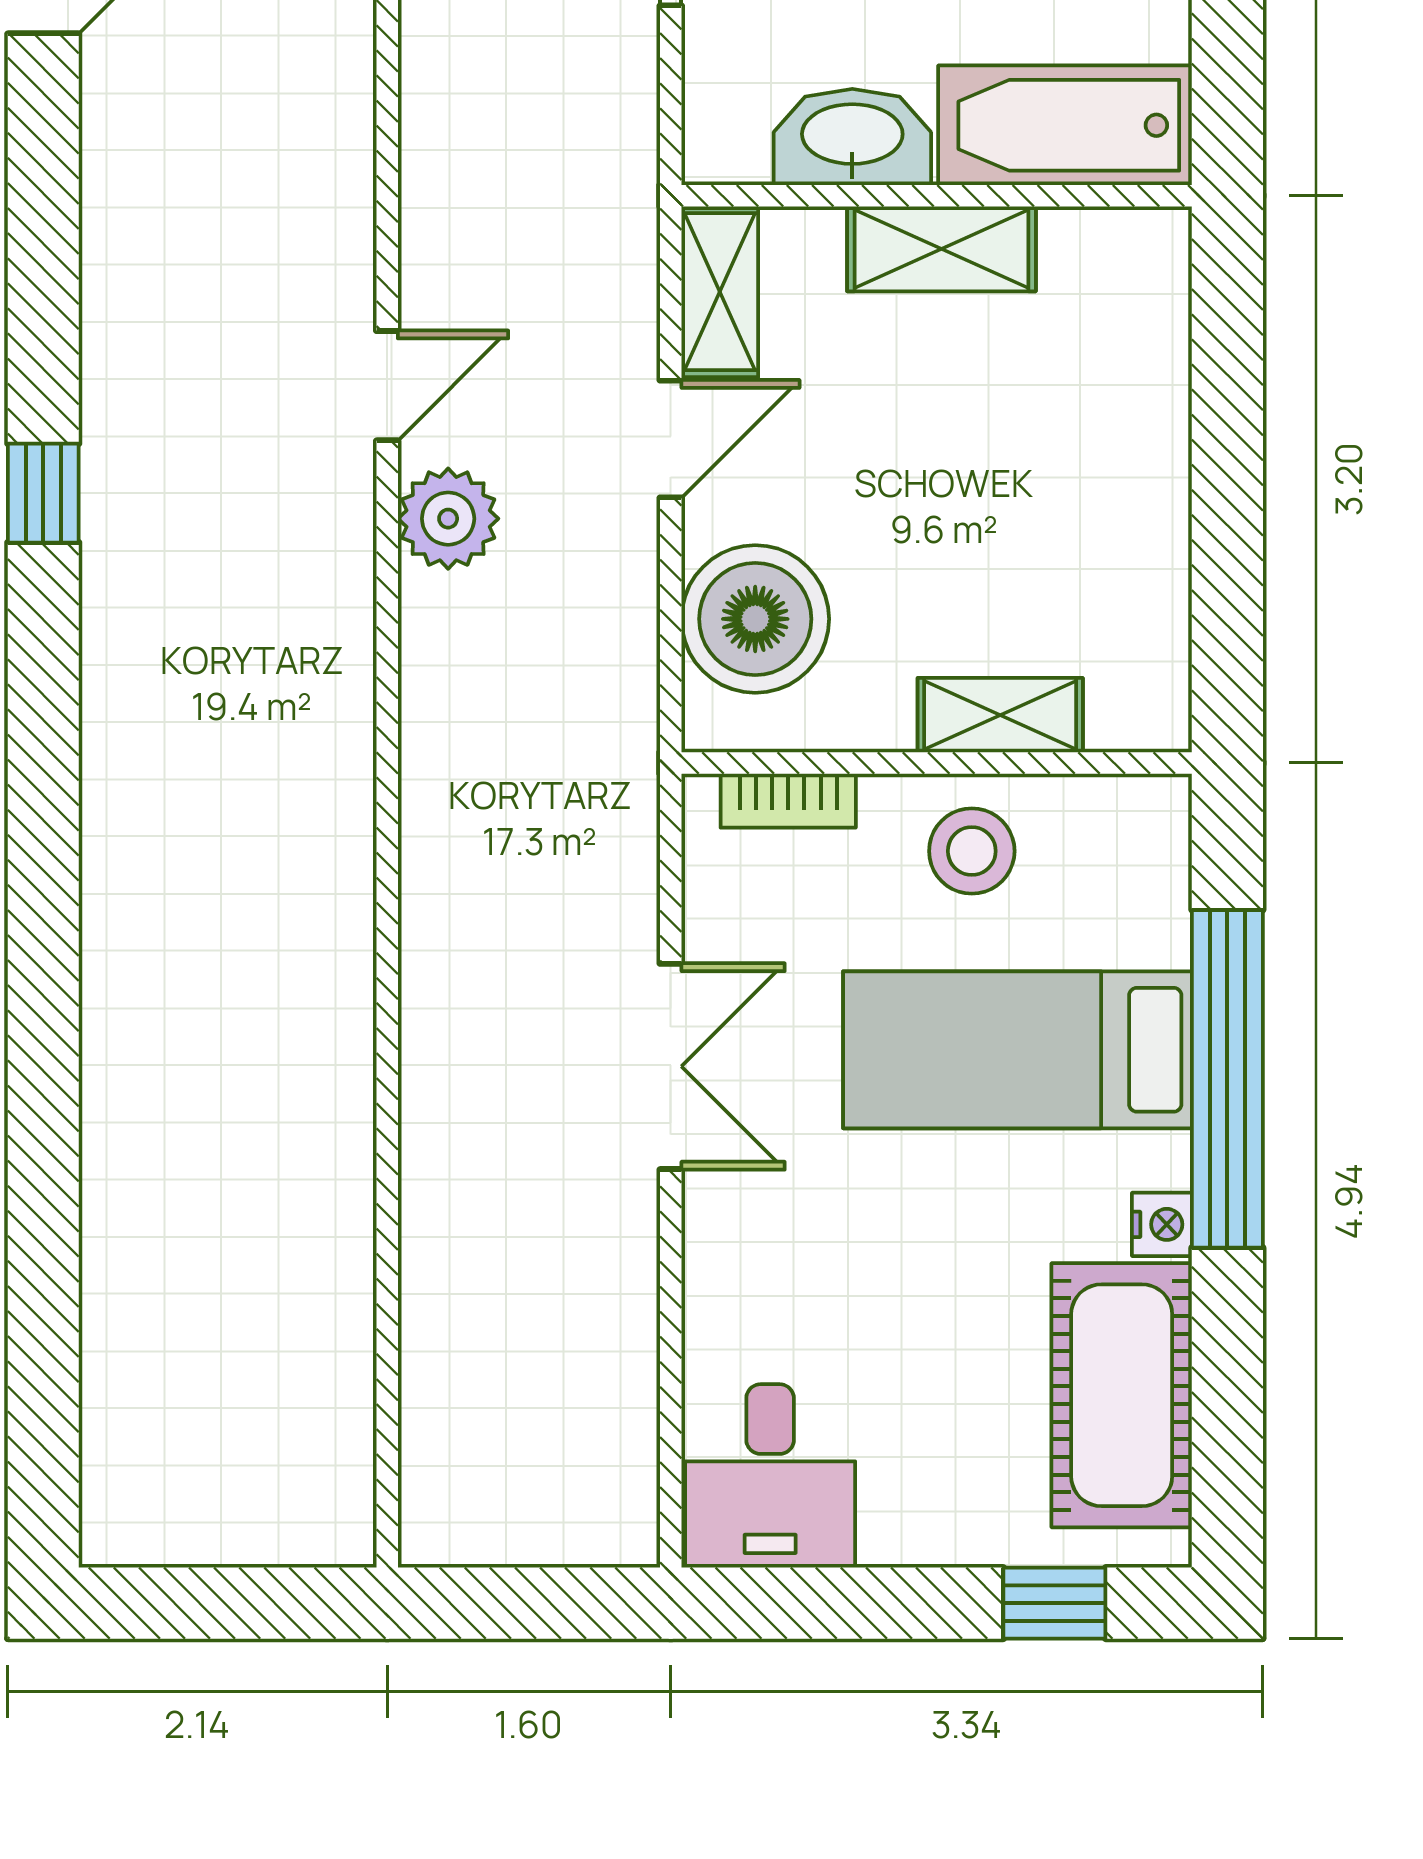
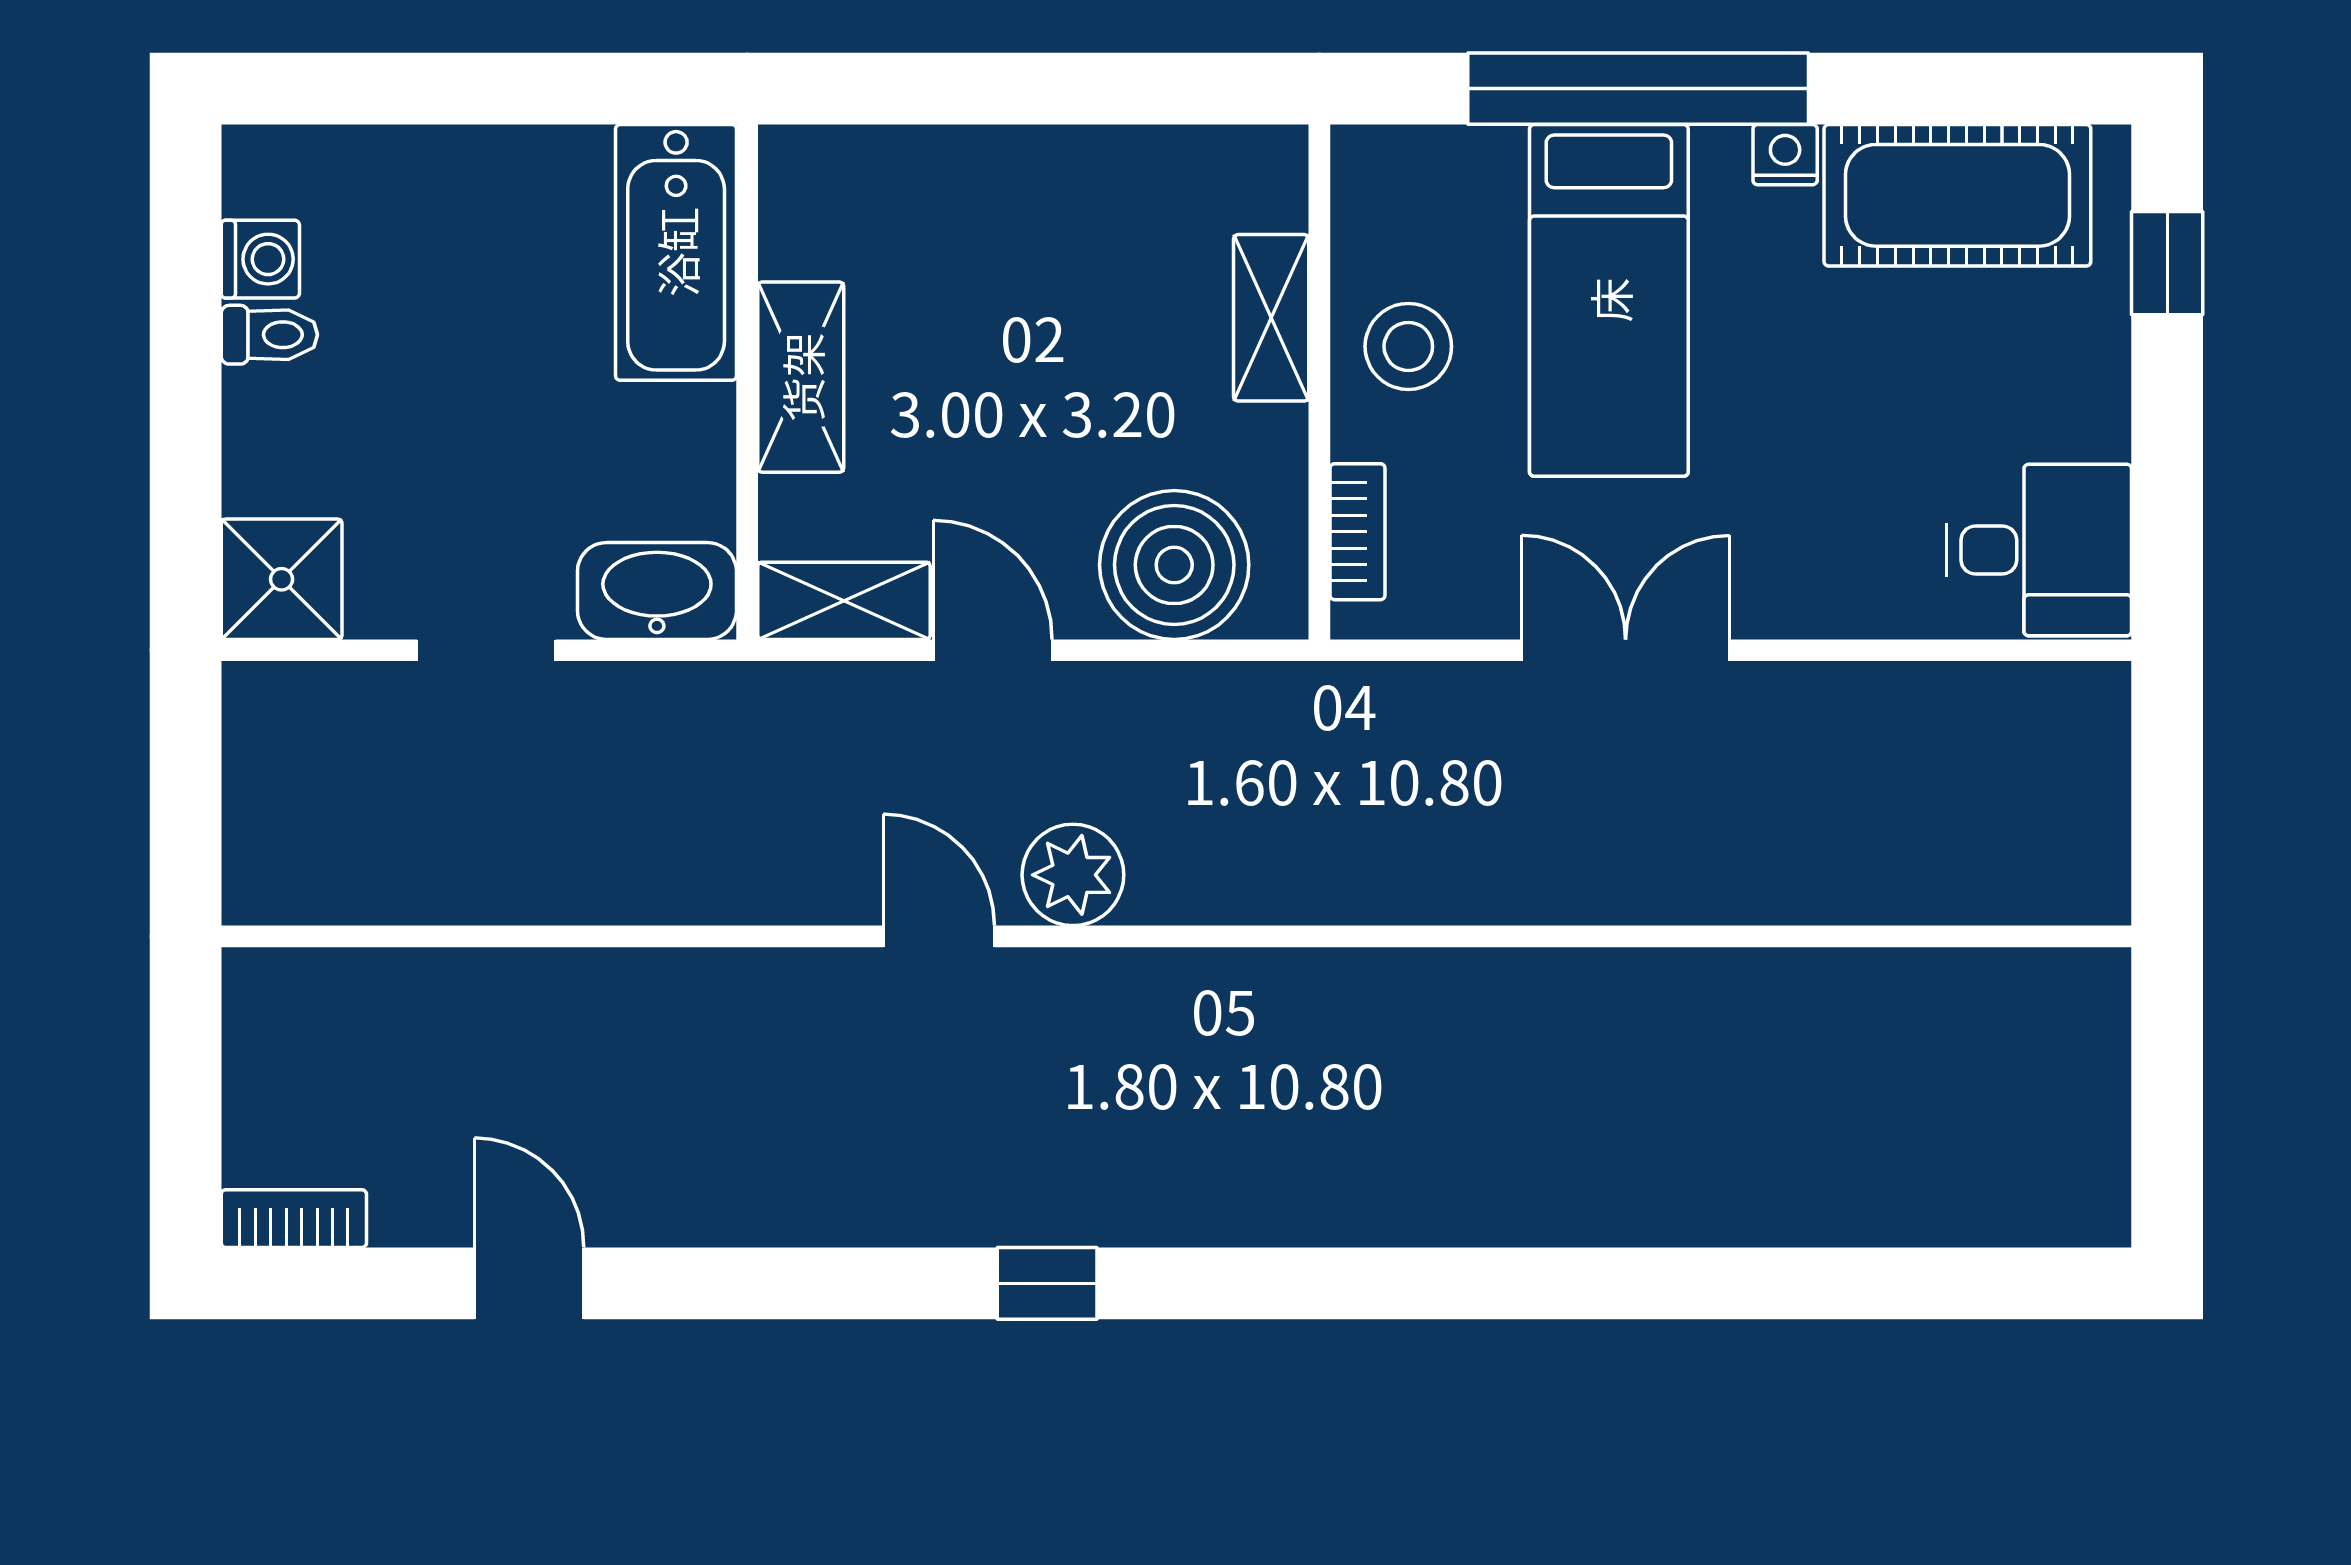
washbasin: (852, 137) -> (657, 591), moved, turned 90

